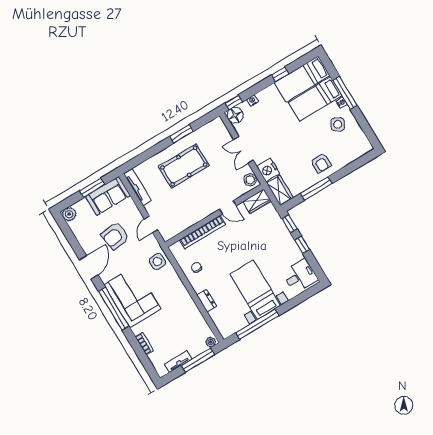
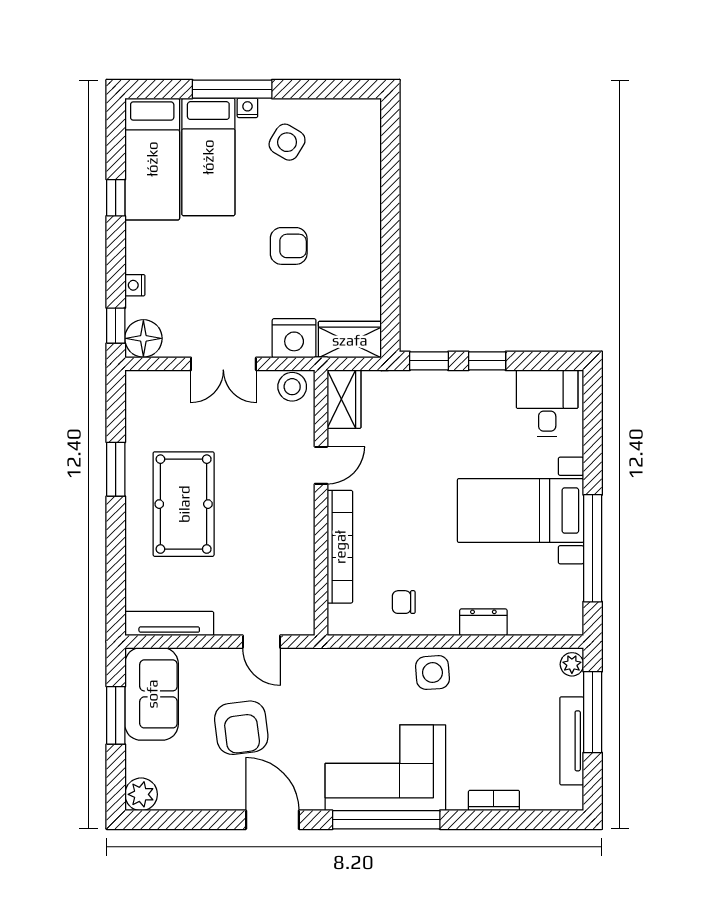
armchair: (321, 163) -> (289, 246), moved
window: (316, 189) -> (390, 264), removed
side table: (157, 262) -> (433, 673), moved
tv unit: (178, 361) -> (572, 741), width x1.41

